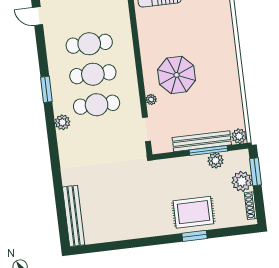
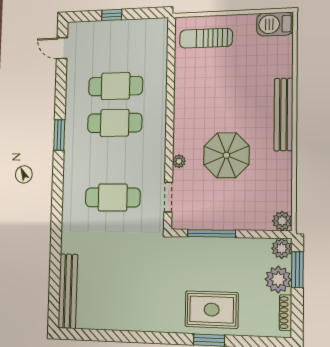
parasol: (177, 75) -> (226, 155), moved
cafe table: (97, 105) -> (113, 197), moved
plant: (62, 122) -> (72, 176), removed
bench: (202, 141) -> (283, 114), moved, turned 90
window: (208, 150) -> (211, 233), moved
plant: (216, 160) -> (282, 248), moved

